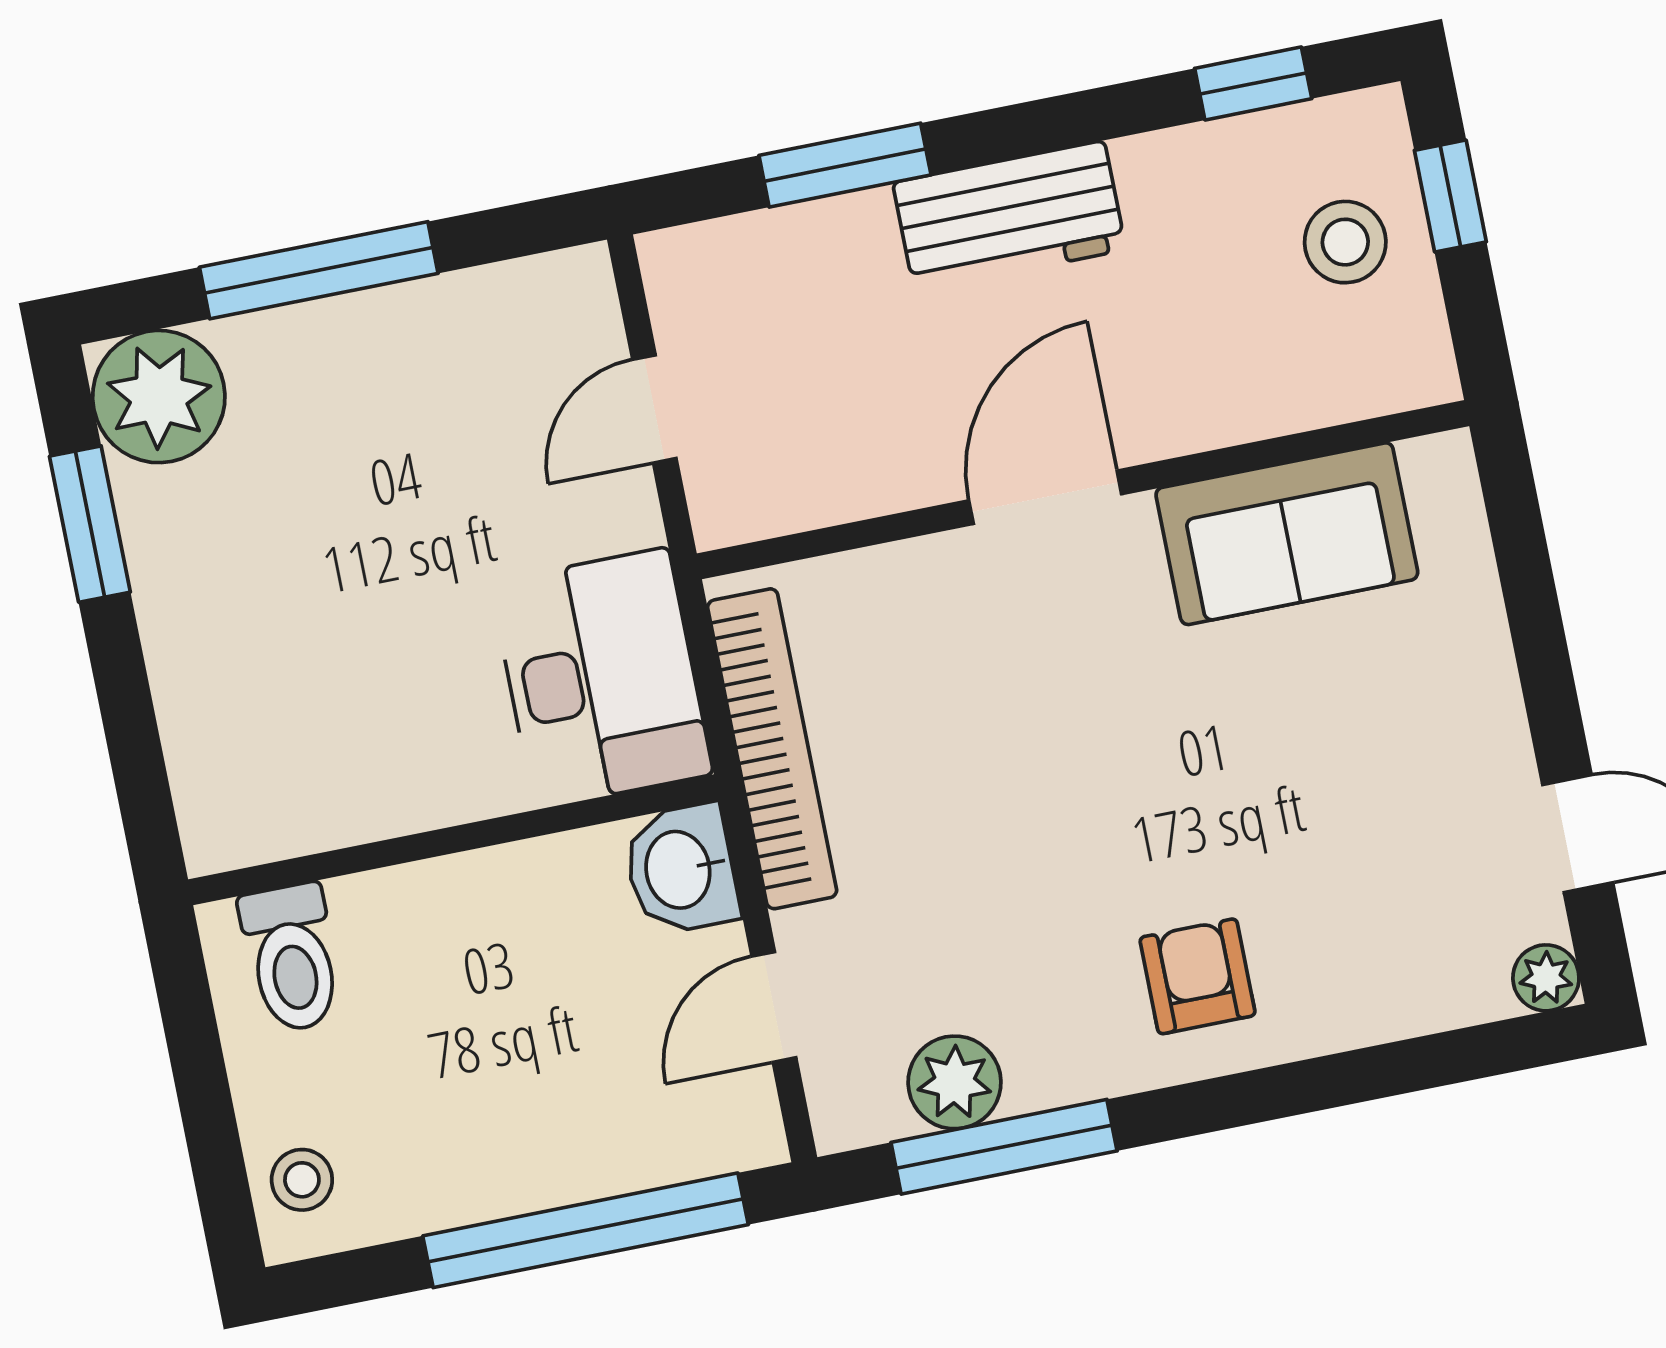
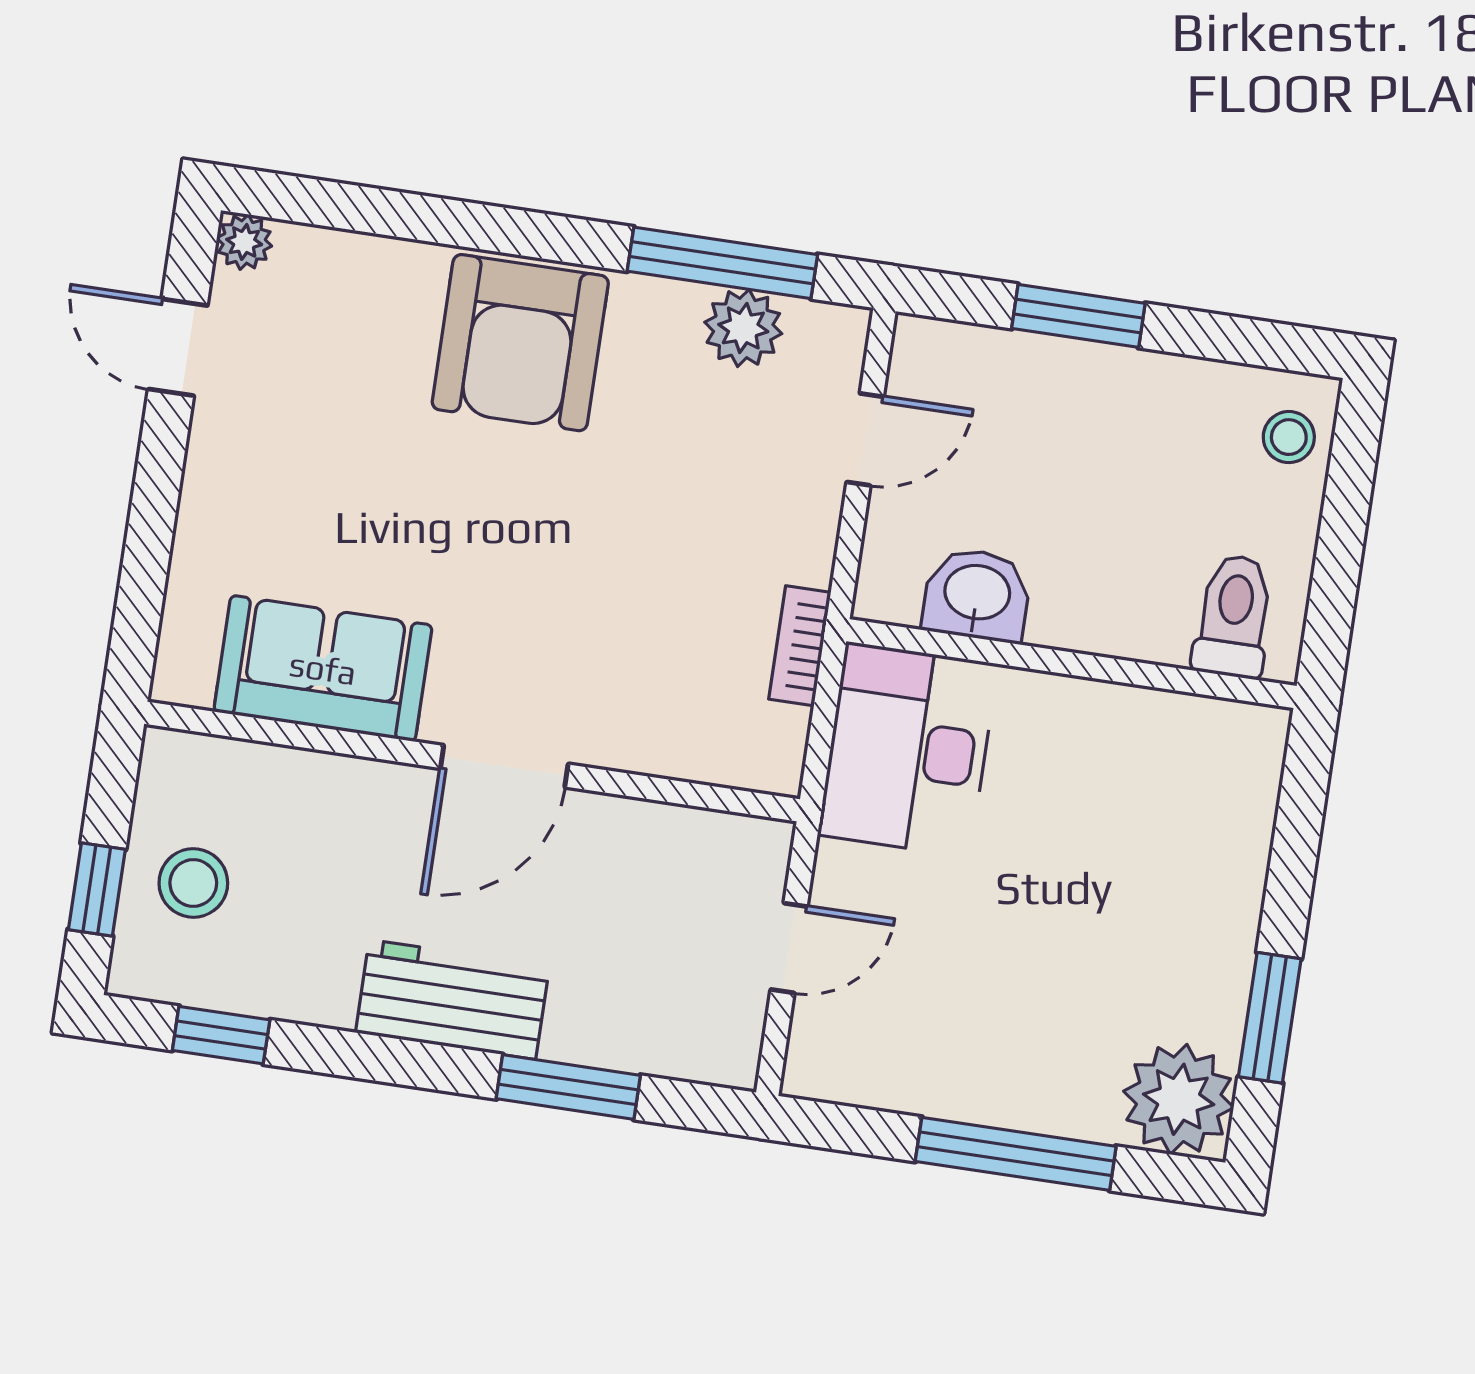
bookcase: (772, 749) -> (800, 646), width x0.43, depth x0.76
washbasin: (681, 869) -> (977, 595), moved, turned -90
armchair: (1198, 976) -> (520, 343), width x1.88, depth x1.88
window: (585, 1230) -> (1078, 316), width x0.47

